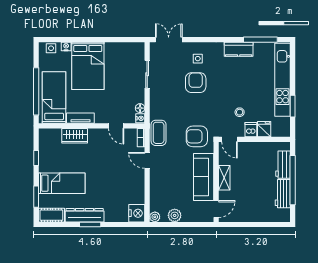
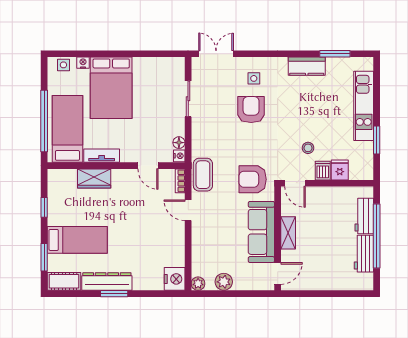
window: (260, 40) -> (335, 54), width x0.69
kitchen unit: (283, 80) -> (364, 106), width x0.73

